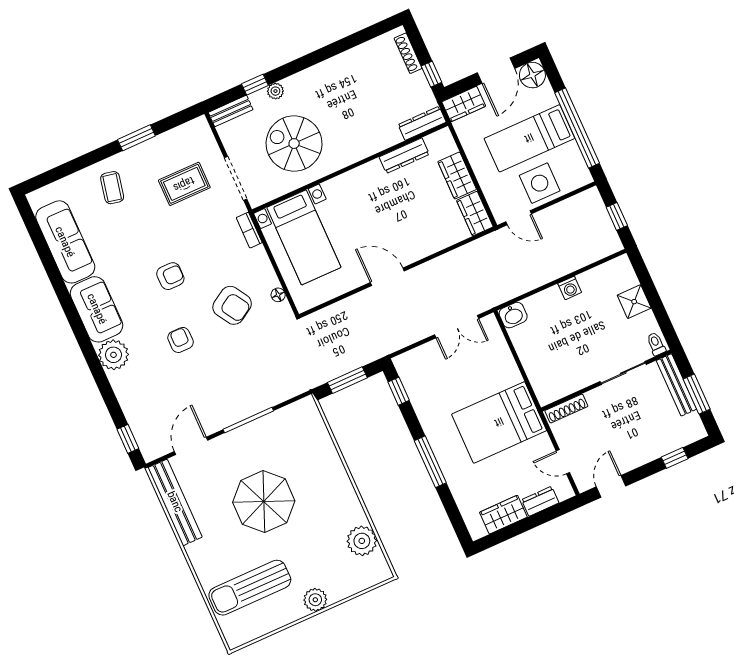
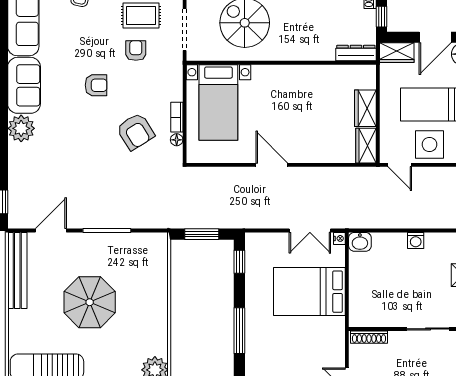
dresser: (404, 156) -> (330, 73), removed
bookcase: (249, 230) -> (177, 117), moved
nightstand: (490, 321) -> (339, 238), added
armchair: (181, 340) -> (136, 51), moved
bed: (499, 422) -> (309, 292), moved

